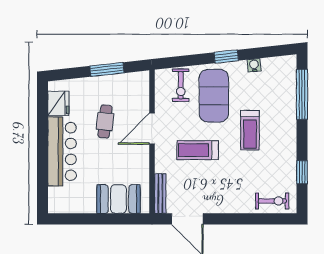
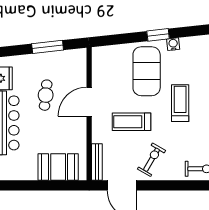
water cooler: (254, 65) -> (173, 44), moved
exercise bike: (181, 85) -> (152, 160), moved, turned -150
treadmill: (250, 130) -> (180, 103), turned 180

